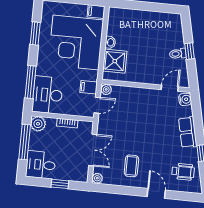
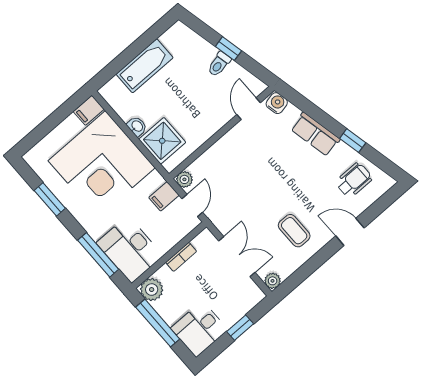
bathtub: (143, 18) -> (145, 66), added

